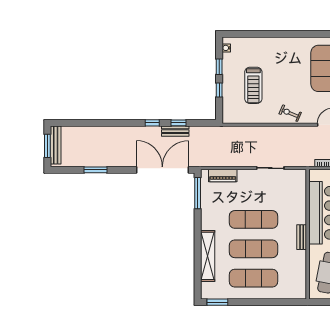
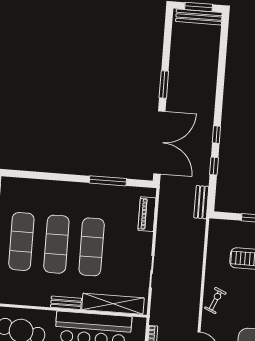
bench: (175, 131) -> (201, 202), moved
window: (95, 170) -> (164, 85), moved
window: (198, 193) -> (108, 181), moved
shelving: (208, 256) -> (113, 304), moved

